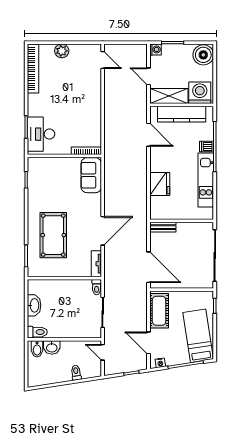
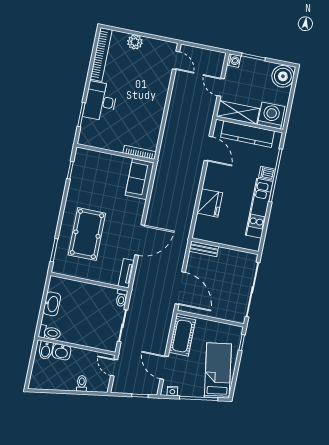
desk: (41, 134) -> (100, 101), moved

